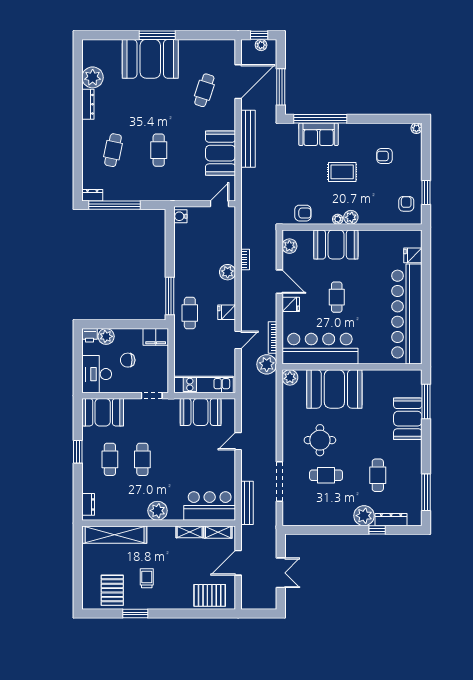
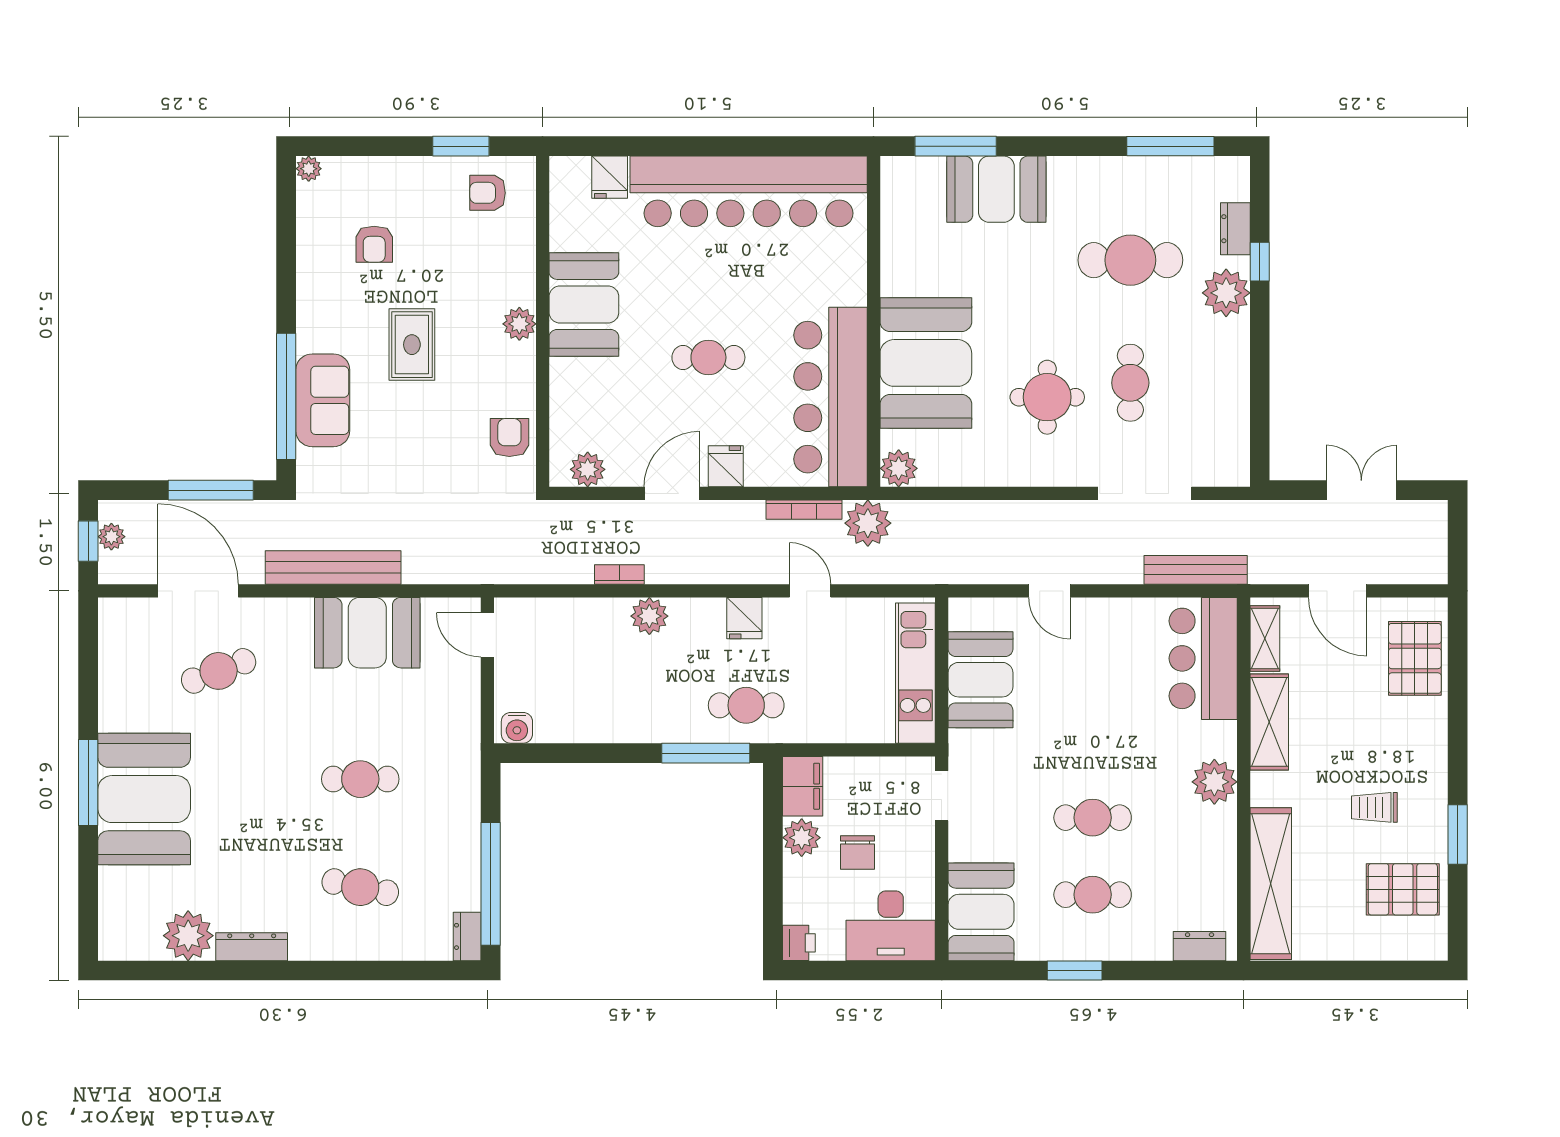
cafe table: (204, 90) -> (219, 671), turned -39
plant: (338, 219) -> (524, 355), removed
booth: (336, 245) -> (584, 304), moved
plant: (106, 336) -> (802, 838), moved
cafe table: (378, 475) -> (1130, 260), width x1.37, depth x1.35
dresser: (391, 520) -> (1235, 229), width x0.70
shelving: (190, 532) -> (1269, 722), width x1.50, depth x1.33

